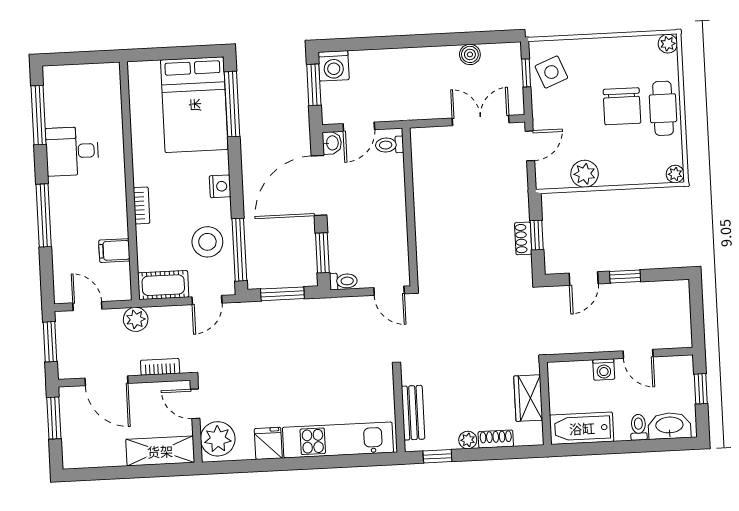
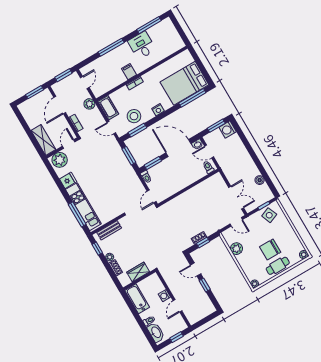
window: (239, 250) -> (137, 130), width x0.69
filing cabinet: (114, 251) -> (129, 72), moved
window: (347, 461) -> (77, 214), added

